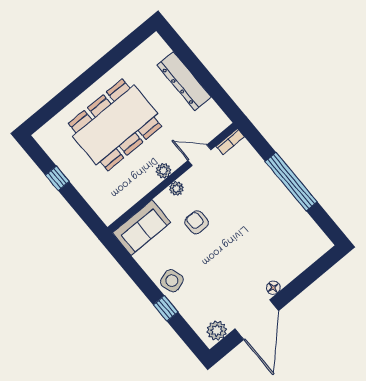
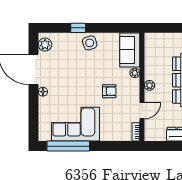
window: (291, 182) -> (68, 146), moved
plant: (176, 189) -> (135, 73), moved
corner sofa: (279, 219) -> (75, 124), added
armchair: (196, 222) -> (109, 91), moved

